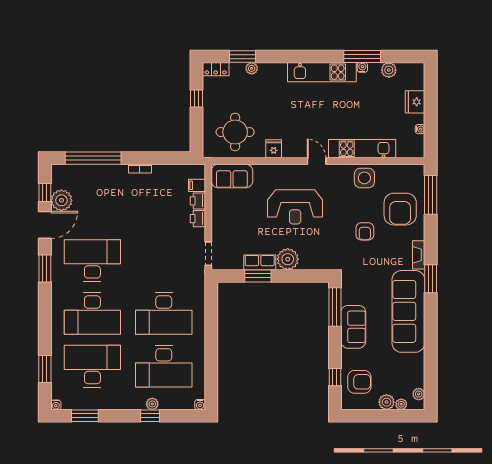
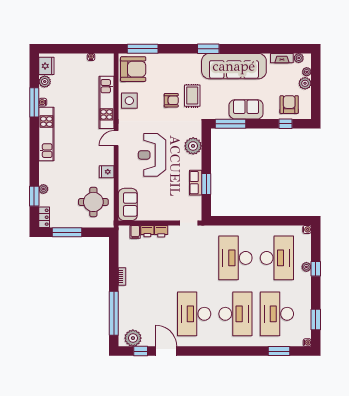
window: (197, 98) -> (67, 232), width x2.17
fridge: (415, 102) -> (46, 66), moved, turned -90
plant: (61, 200) -> (133, 338), moved
reception desk: (295, 207) -> (152, 155), turned 180
armchair: (400, 209) -> (133, 69), moved
fireplace: (419, 255) -> (282, 58), moved
rug: (371, 258) -> (192, 96), added
plant: (288, 259) -> (193, 146), moved
window: (45, 269) -> (200, 351), removed
desk: (164, 313) -> (235, 258), turned 180

